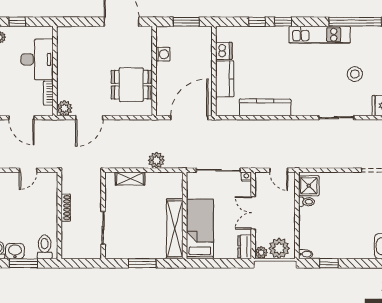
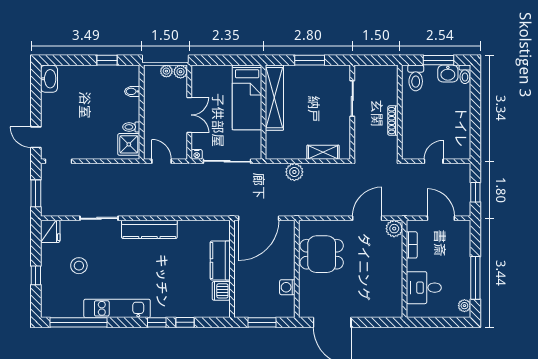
window: (17, 22) -> (445, 322), removed
desk: (37, 59) -> (424, 288), width x0.73
kitchen counter: (265, 107) -> (149, 229), moved
dresser: (245, 247) -> (198, 78), removed
plant: (279, 248) -> (166, 71), width x0.53, depth x0.53
bidet: (306, 254) -> (132, 91), moved

